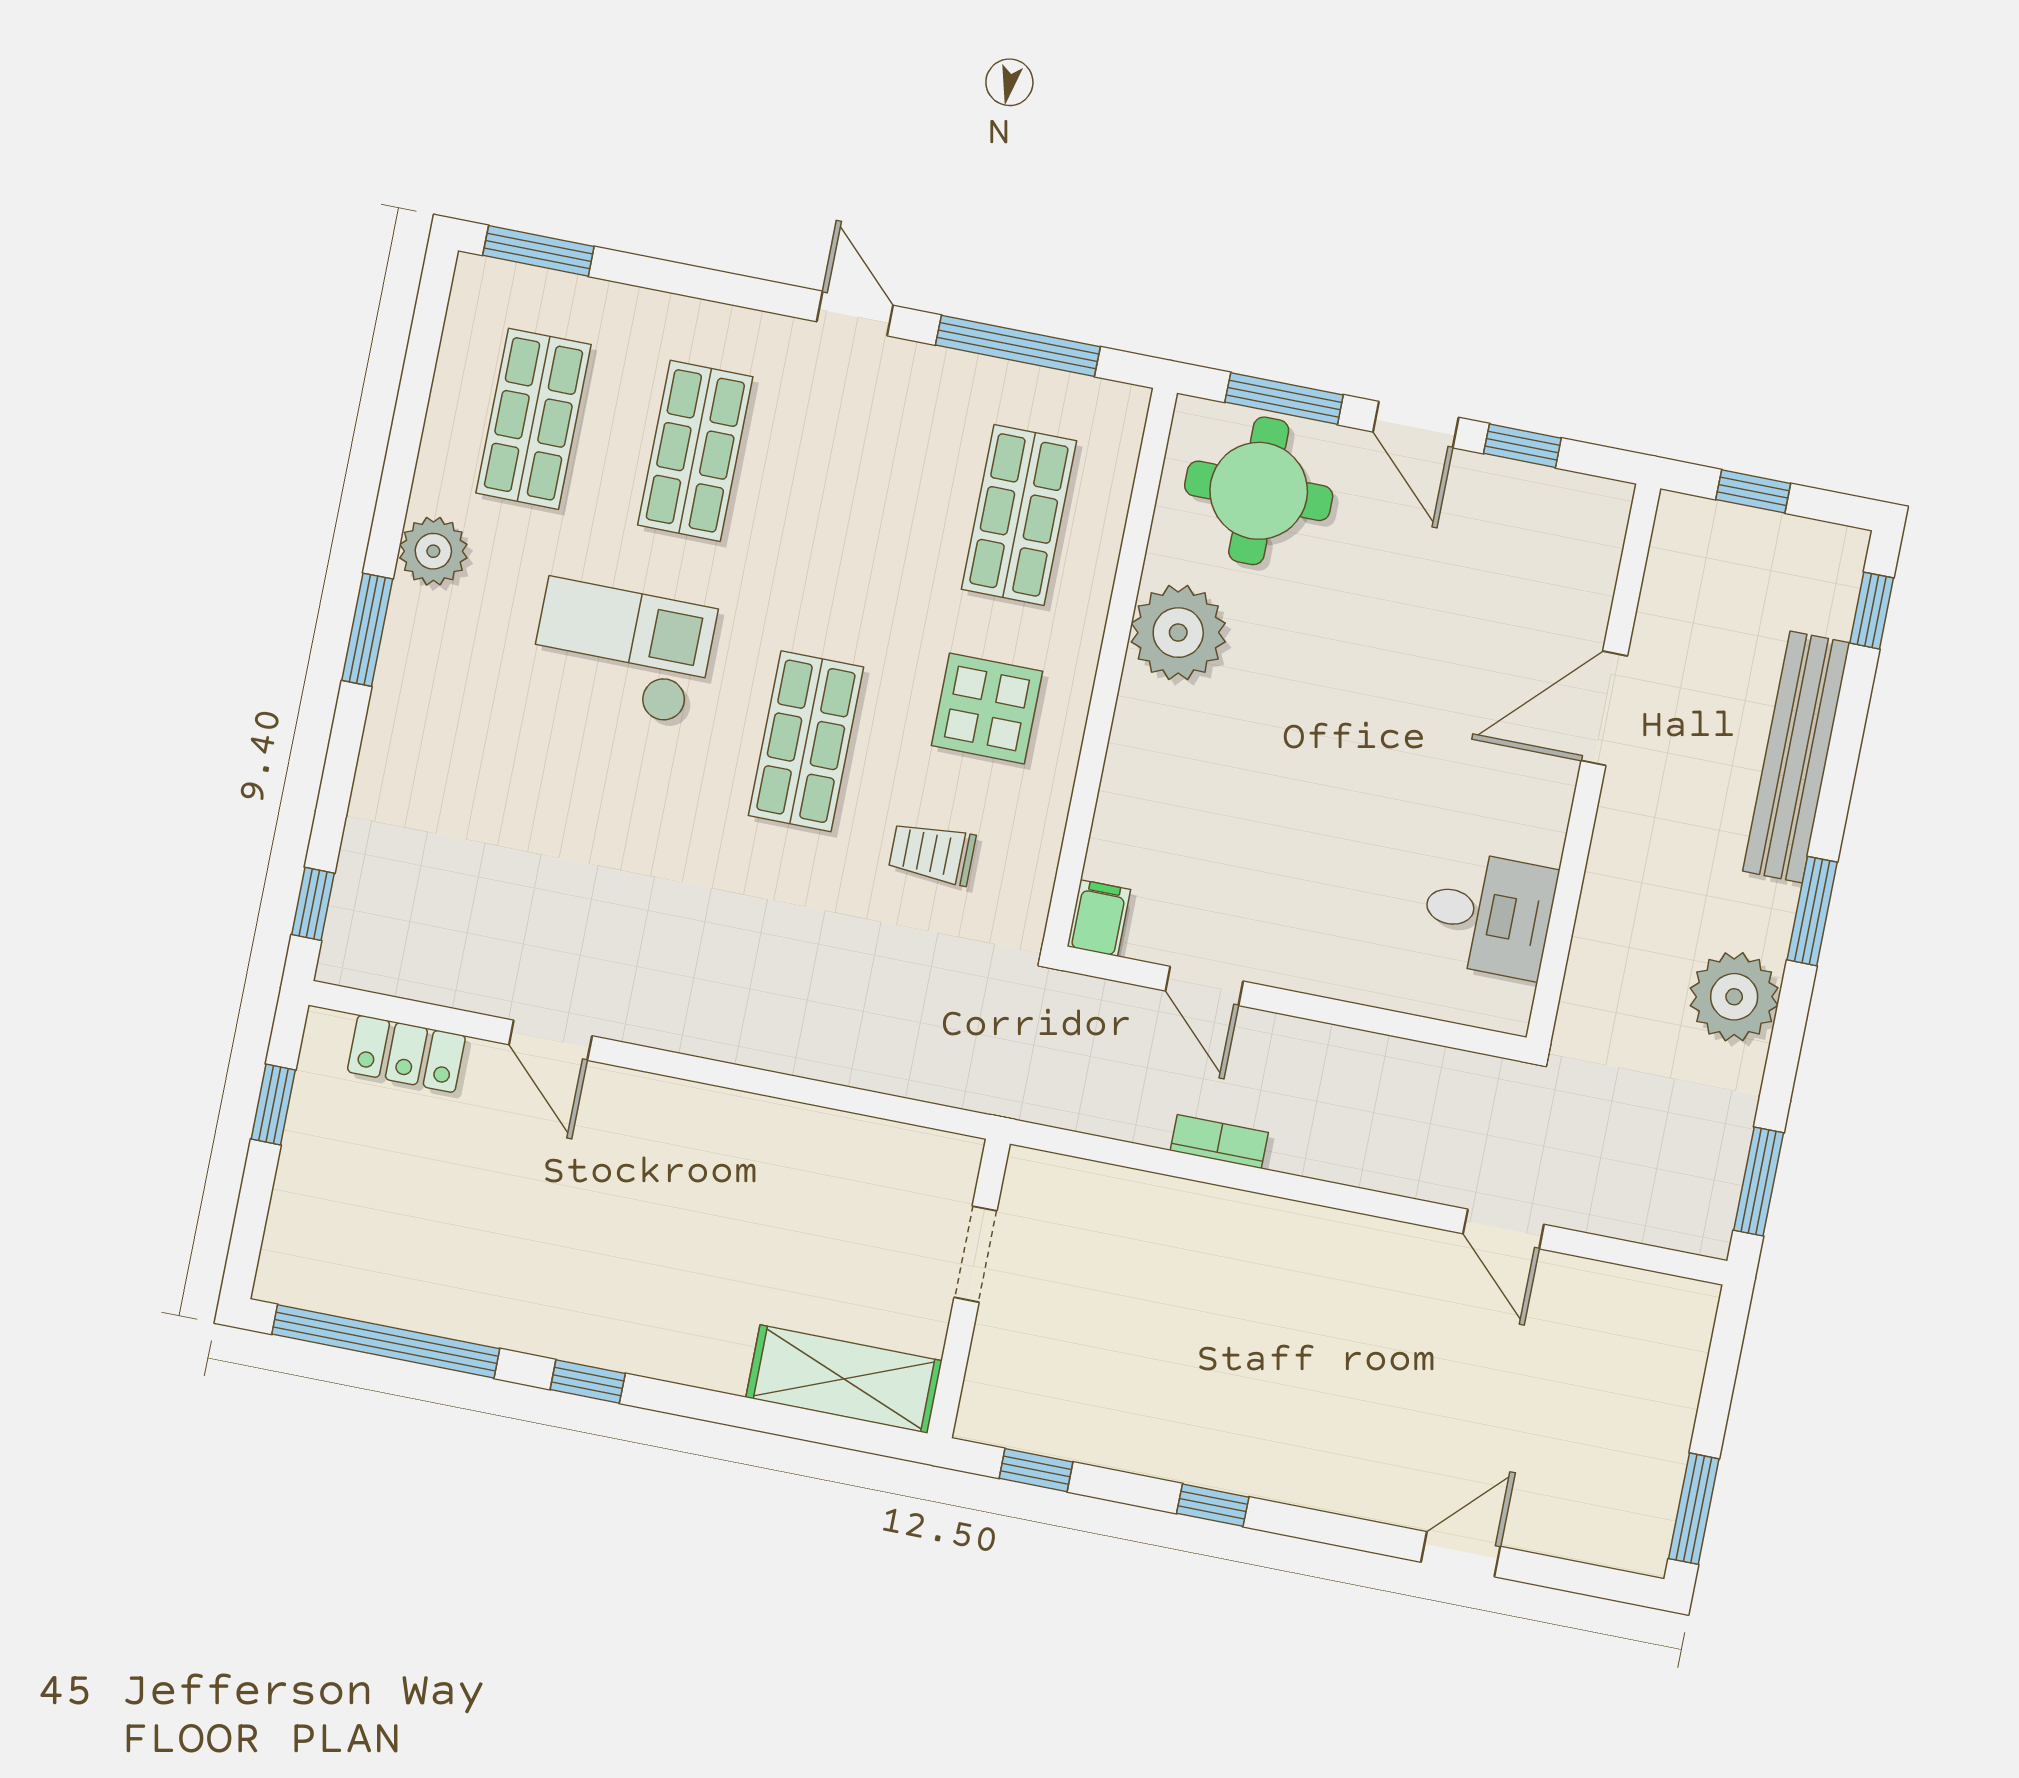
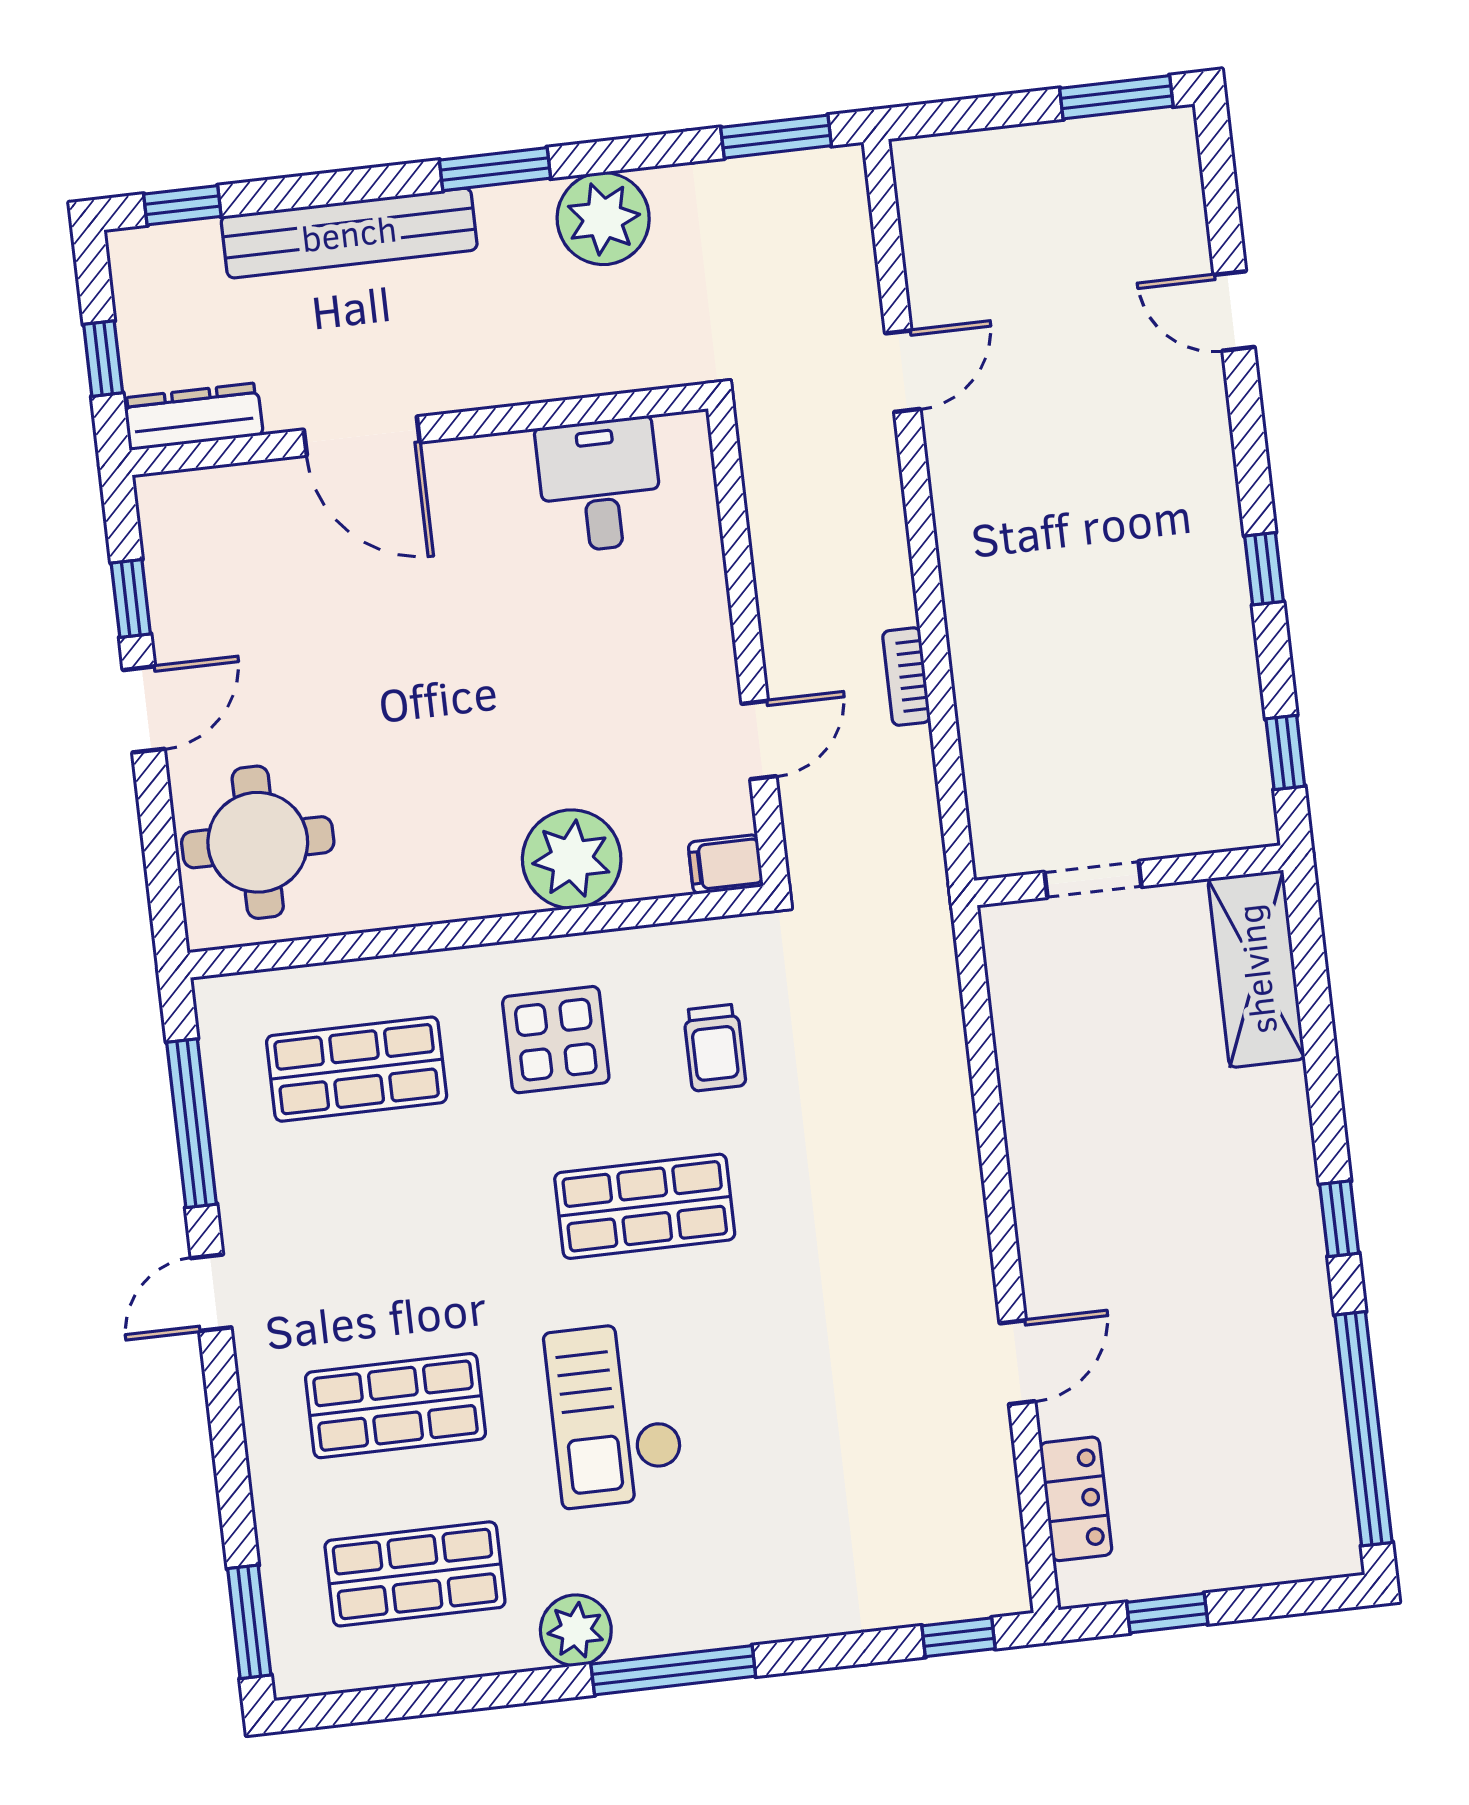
window: (1284, 399) -> (159, 846), removed
dresser: (1673, 558) -> (193, 417), added
window: (367, 630) -> (673, 1670), width x1.44
plant: (1178, 633) -> (572, 859), moved

